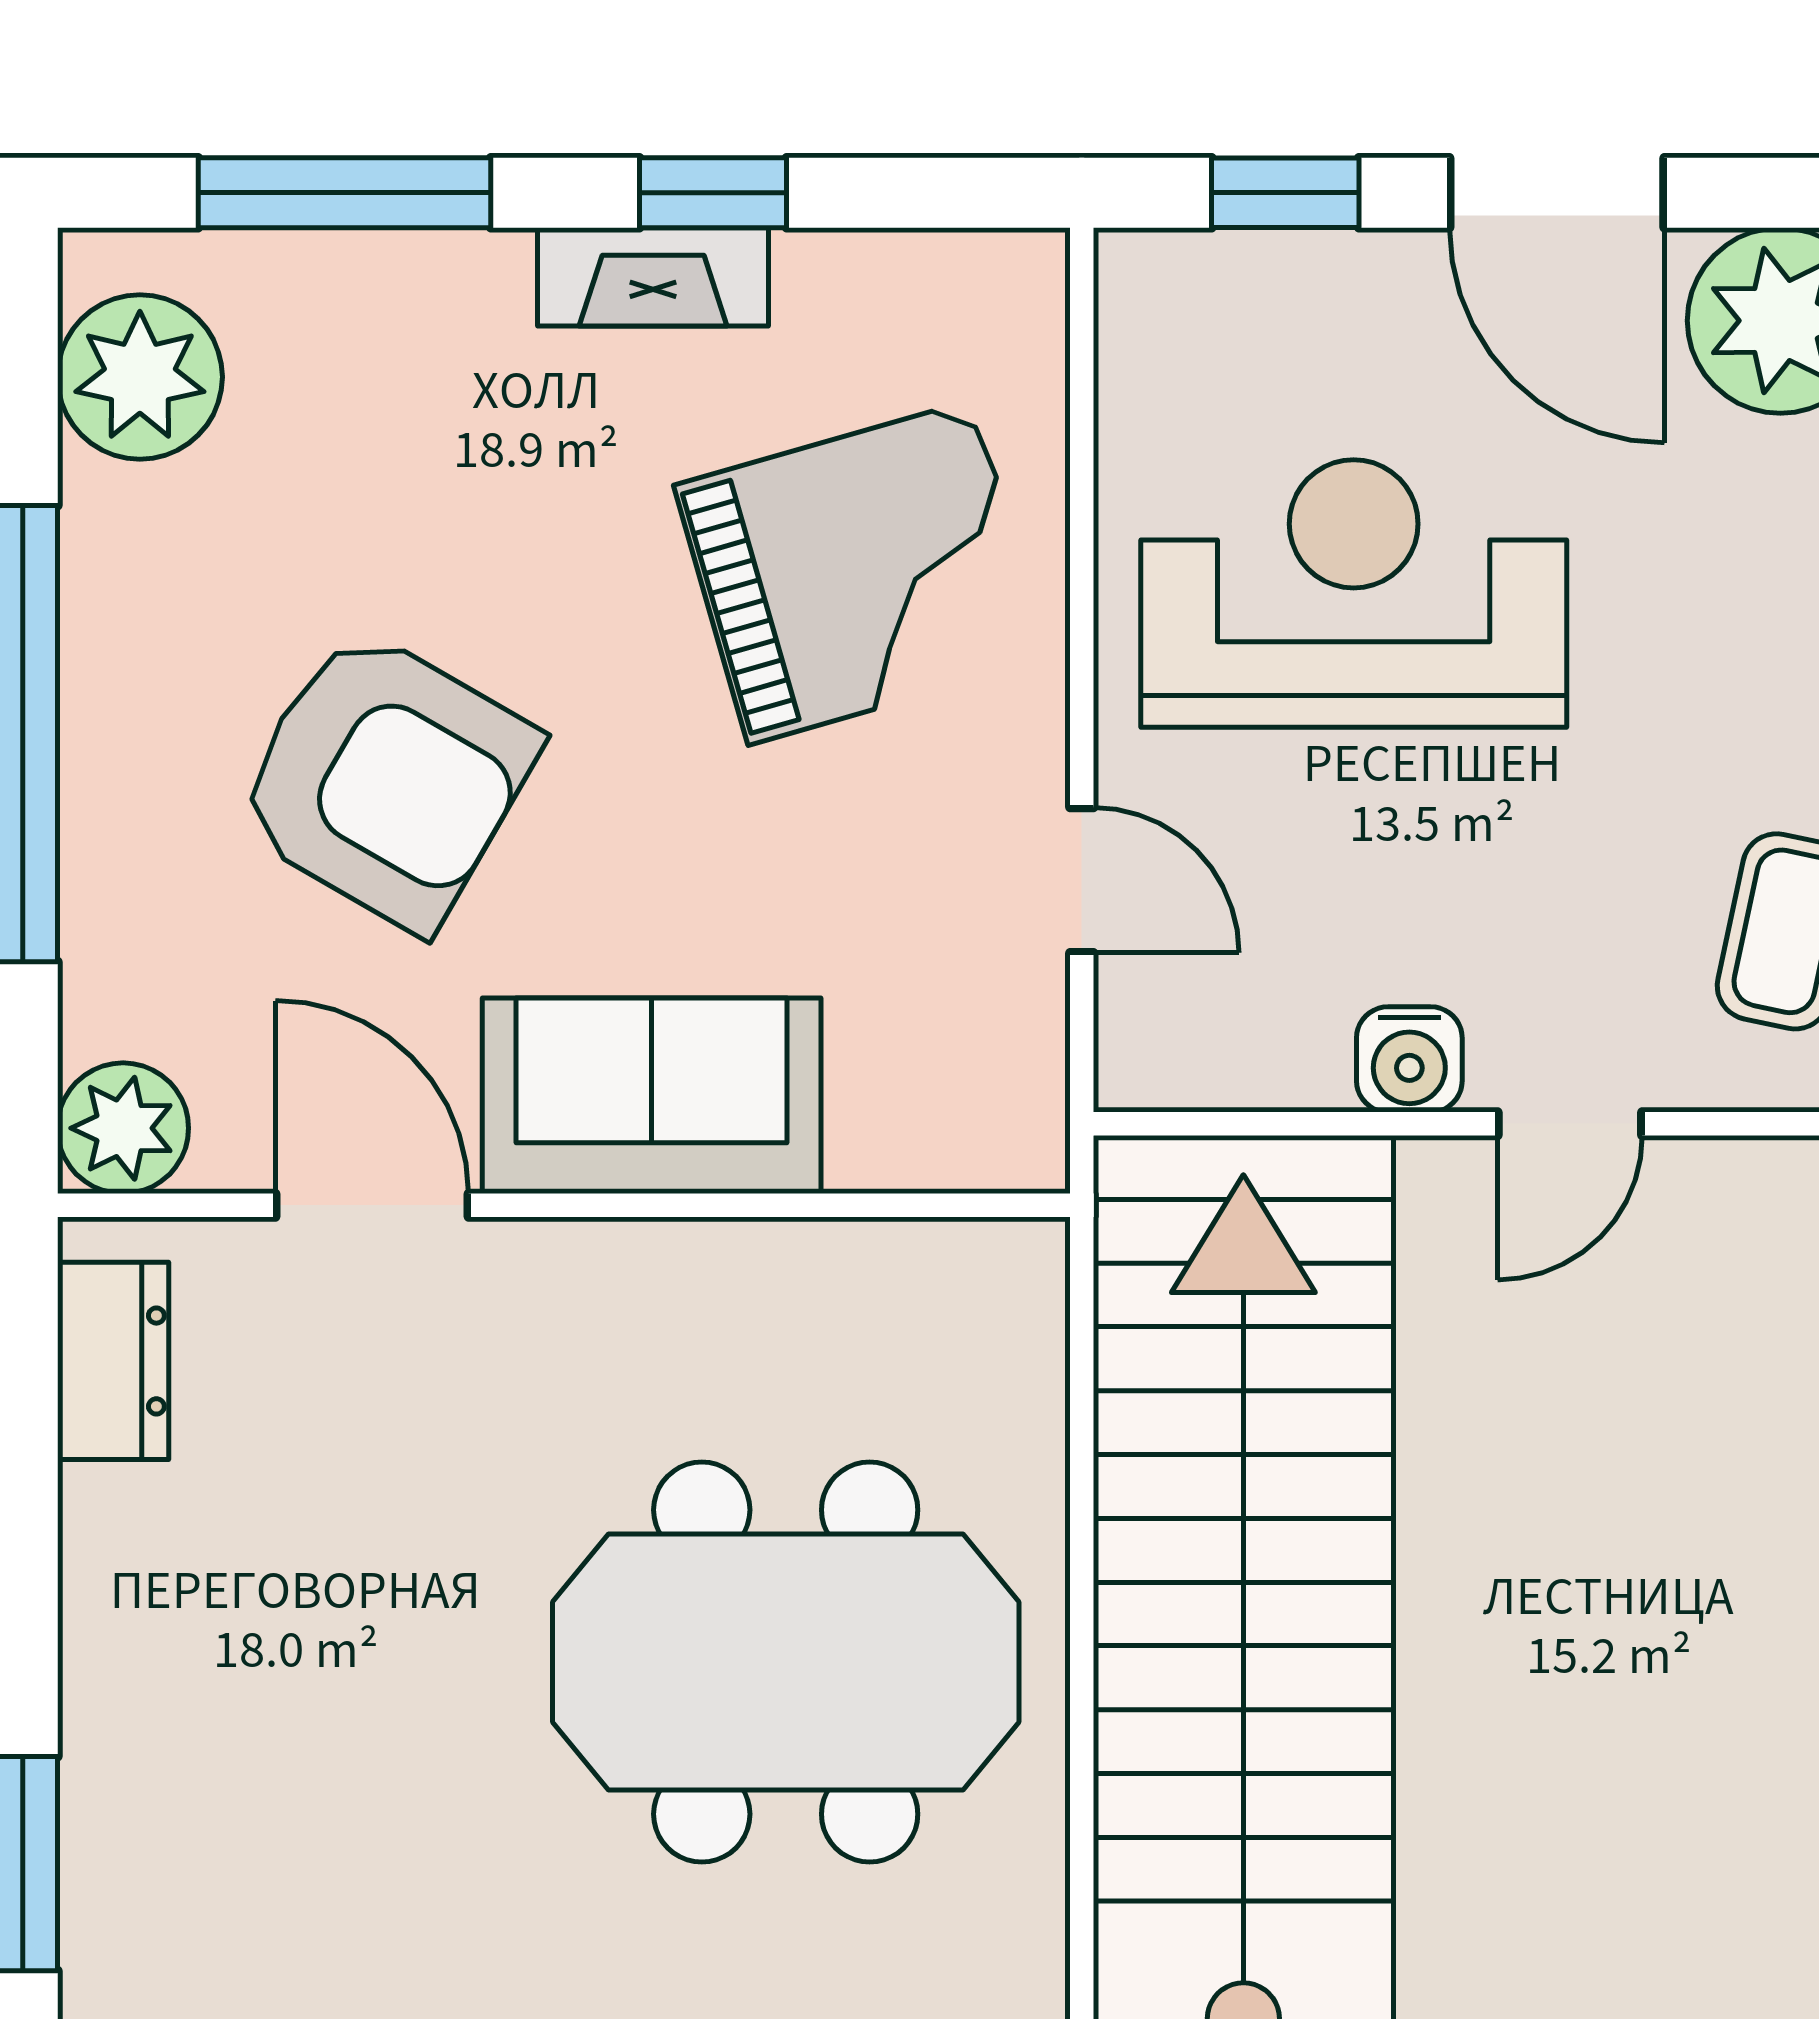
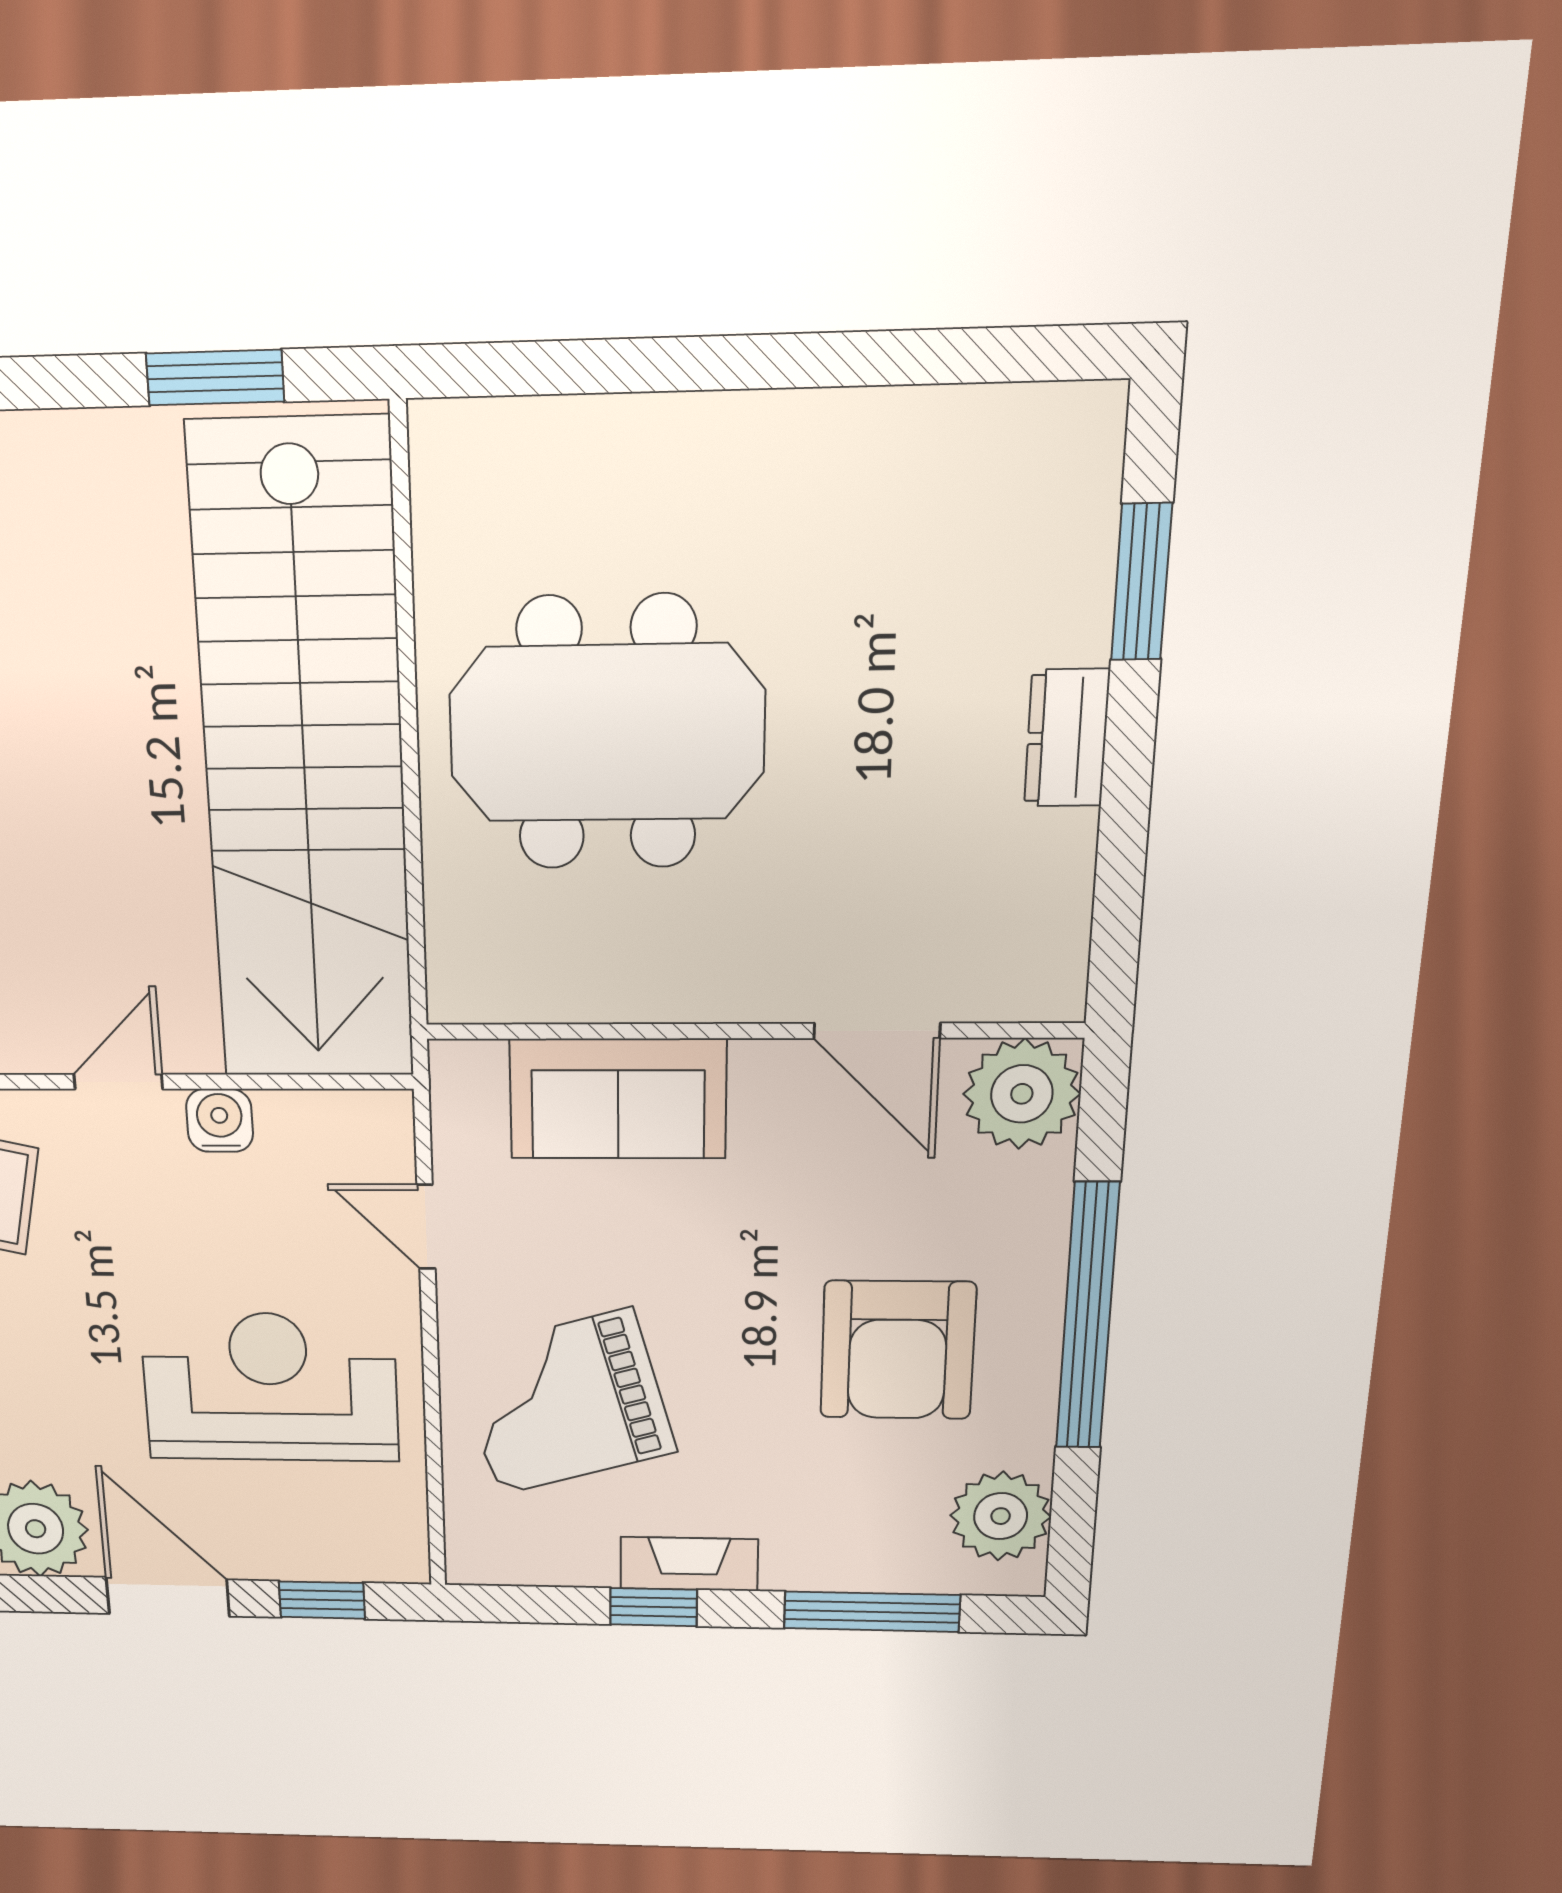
reception desk: (1354, 593) -> (270, 1387), turned 180
armchair: (386, 779) -> (898, 1350), moved, turned -120
sofa: (652, 1096) -> (618, 1099), moved
plant: (123, 1128) -> (1022, 1094), width x1.36, depth x1.36
dresser: (113, 1361) -> (1067, 738), moved

